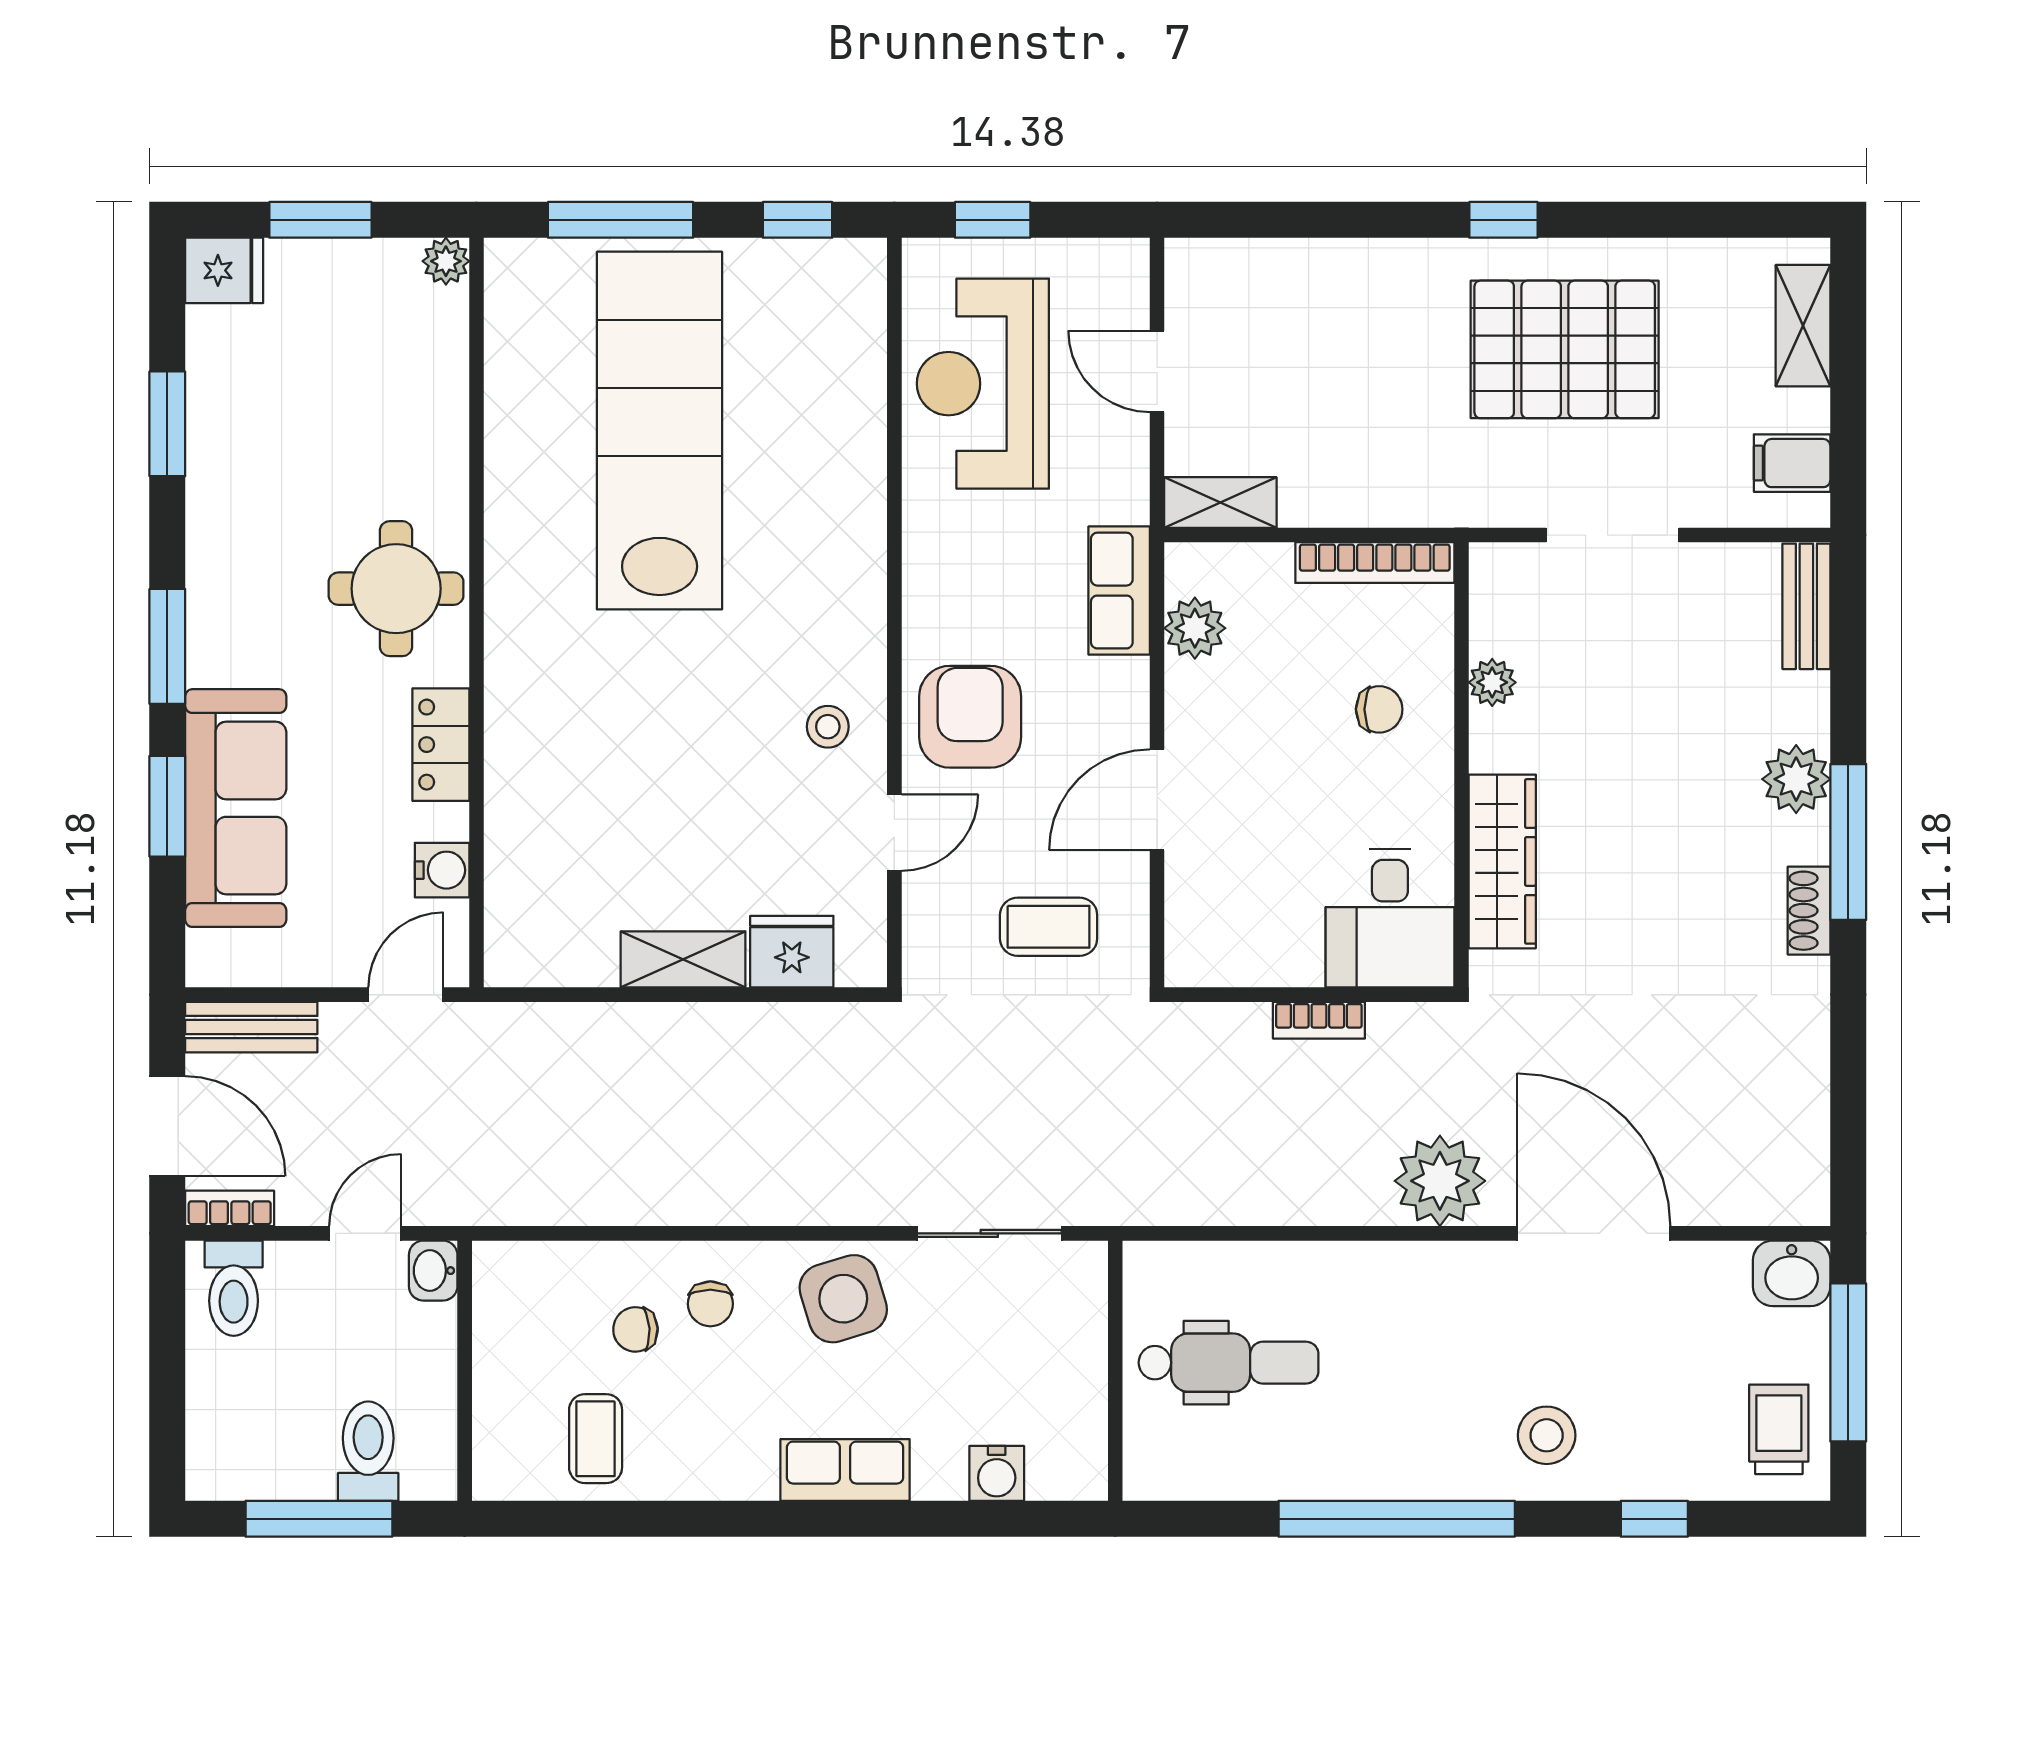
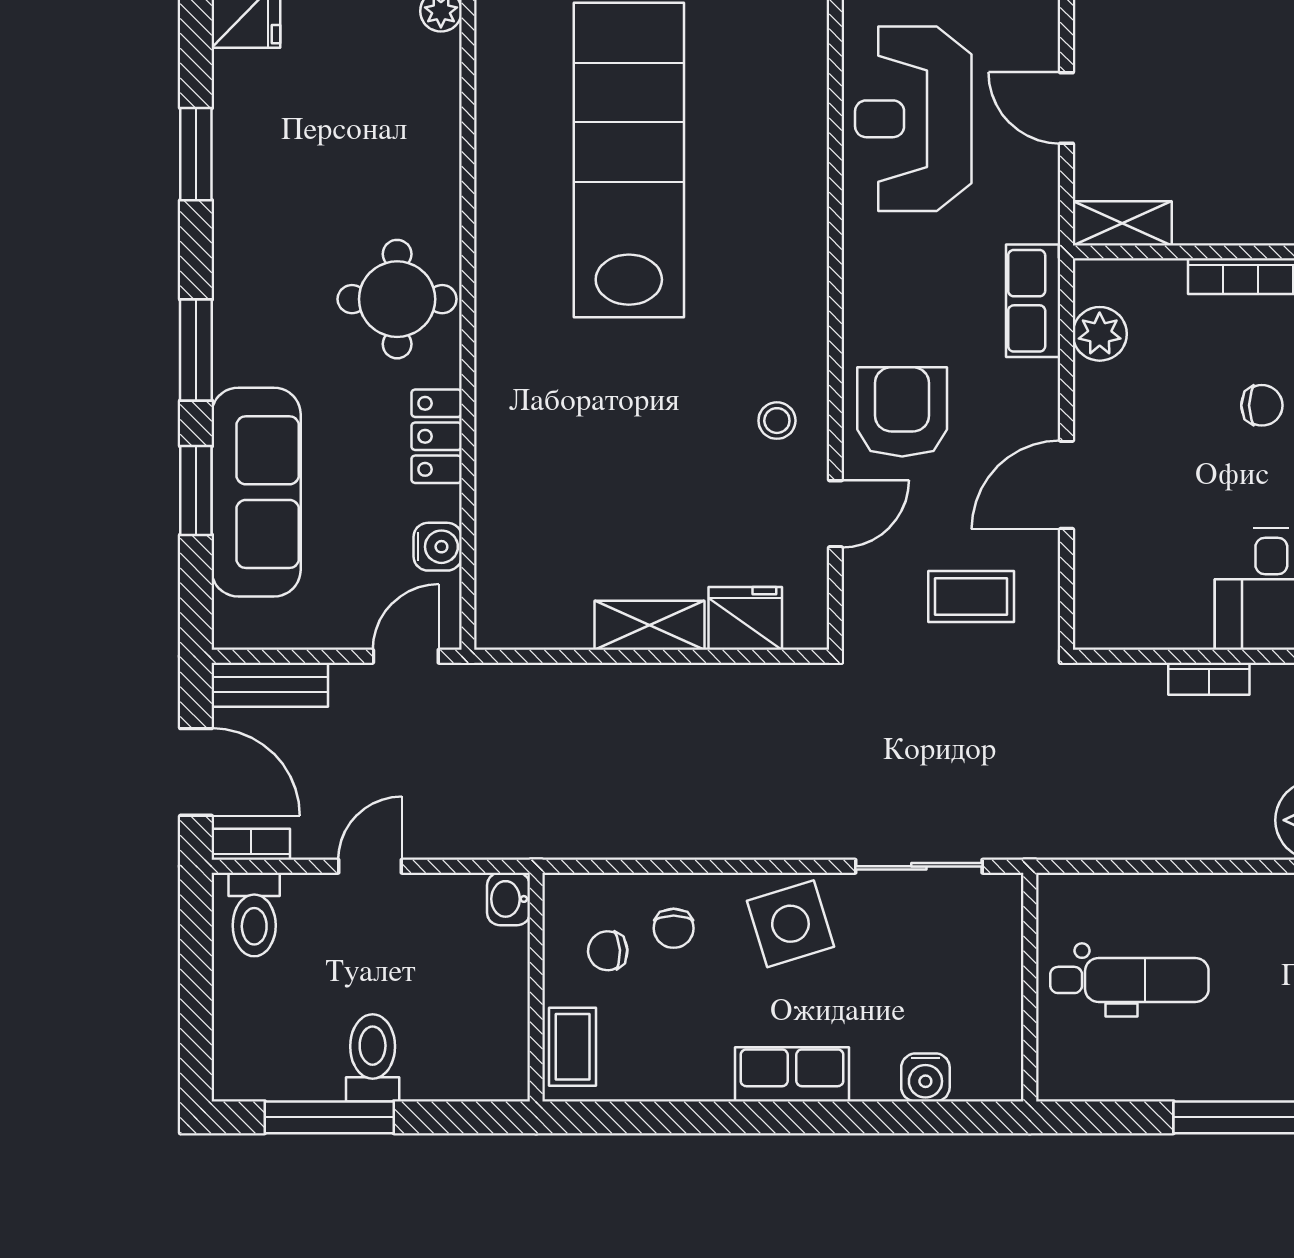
washbasin: (433, 1271) -> (508, 899), moved
wall: (465, 1371) -> (536, 987), moved

